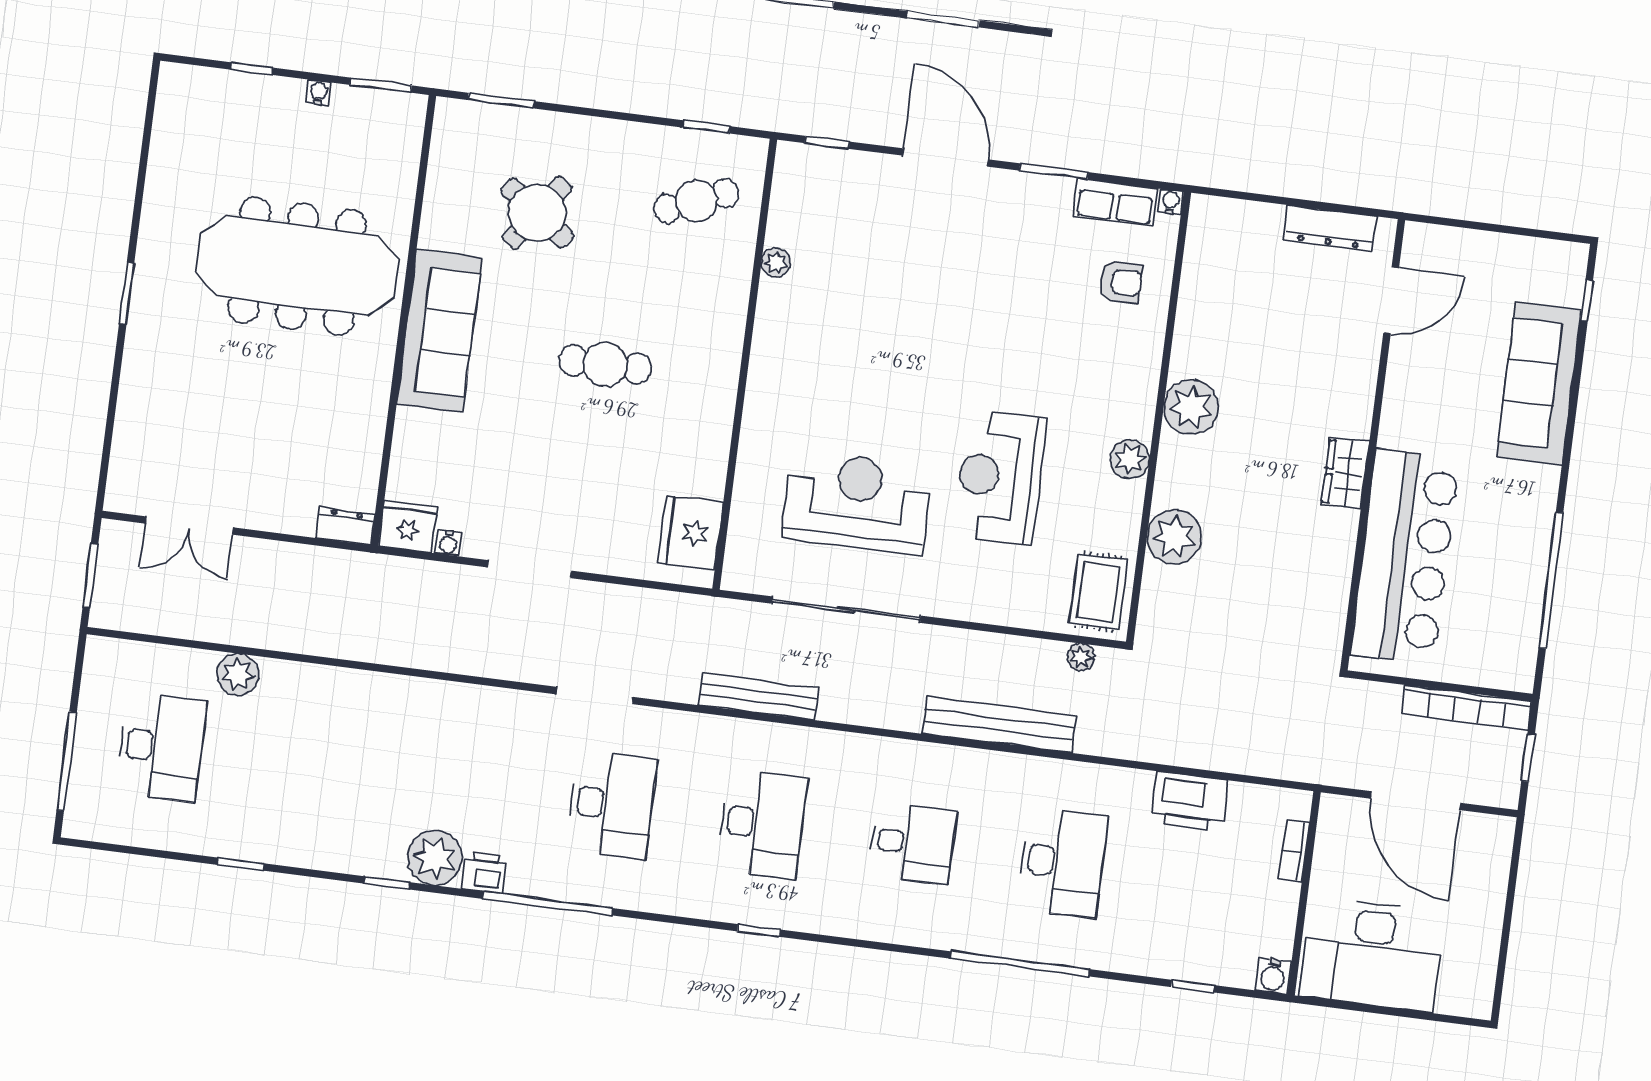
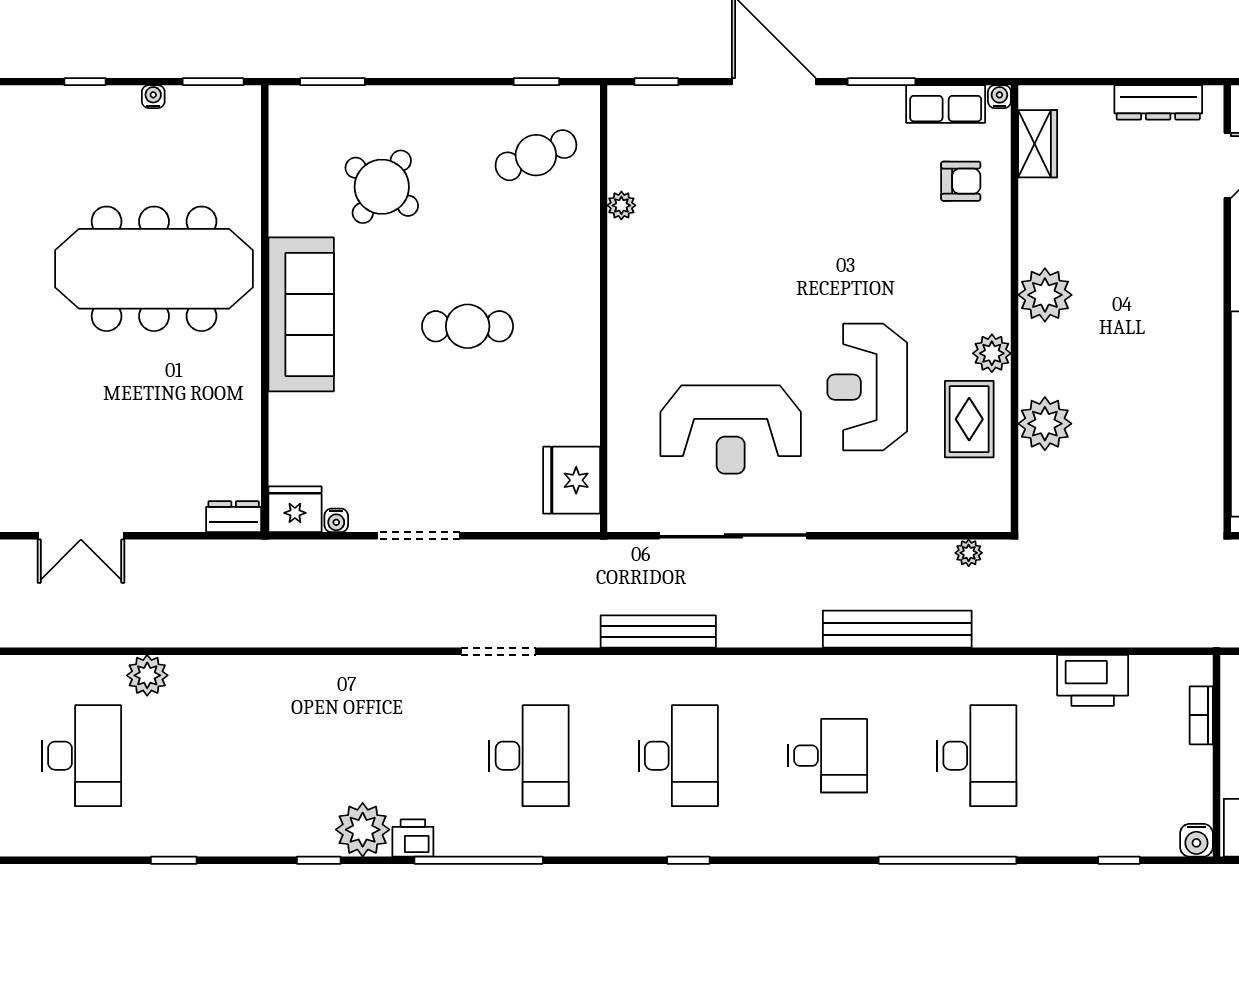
wardrobe: (1345, 473) -> (1038, 144), moved, turned 180
reception desk: (857, 502) -> (731, 430), turned 180
rug: (1098, 592) -> (969, 419), moved

